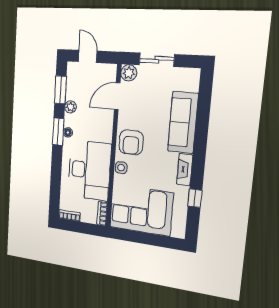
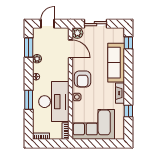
door: (88, 56) -> (48, 24), hinge flipped
window: (205, 93) -> (128, 43), added
door: (117, 96) -> (70, 49), swing flipped
window: (58, 132) -> (29, 100), moved

